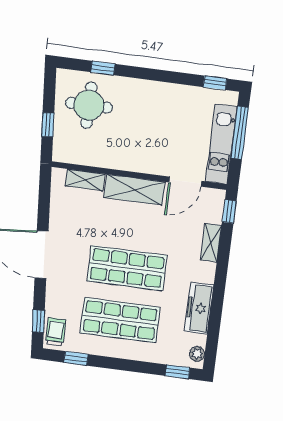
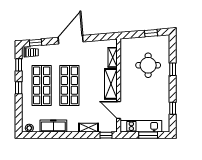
window: (103, 68) -> (173, 69), moved
window: (215, 83) -> (173, 108), moved
round table: (89, 105) -> (148, 65), moved
window: (48, 125) -> (151, 33), moved
window: (240, 133) -> (148, 135), width x0.69
window: (178, 372) -> (19, 88), moved

